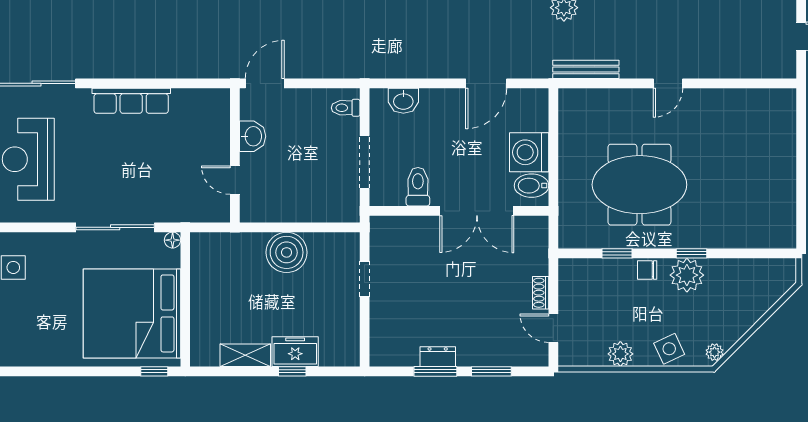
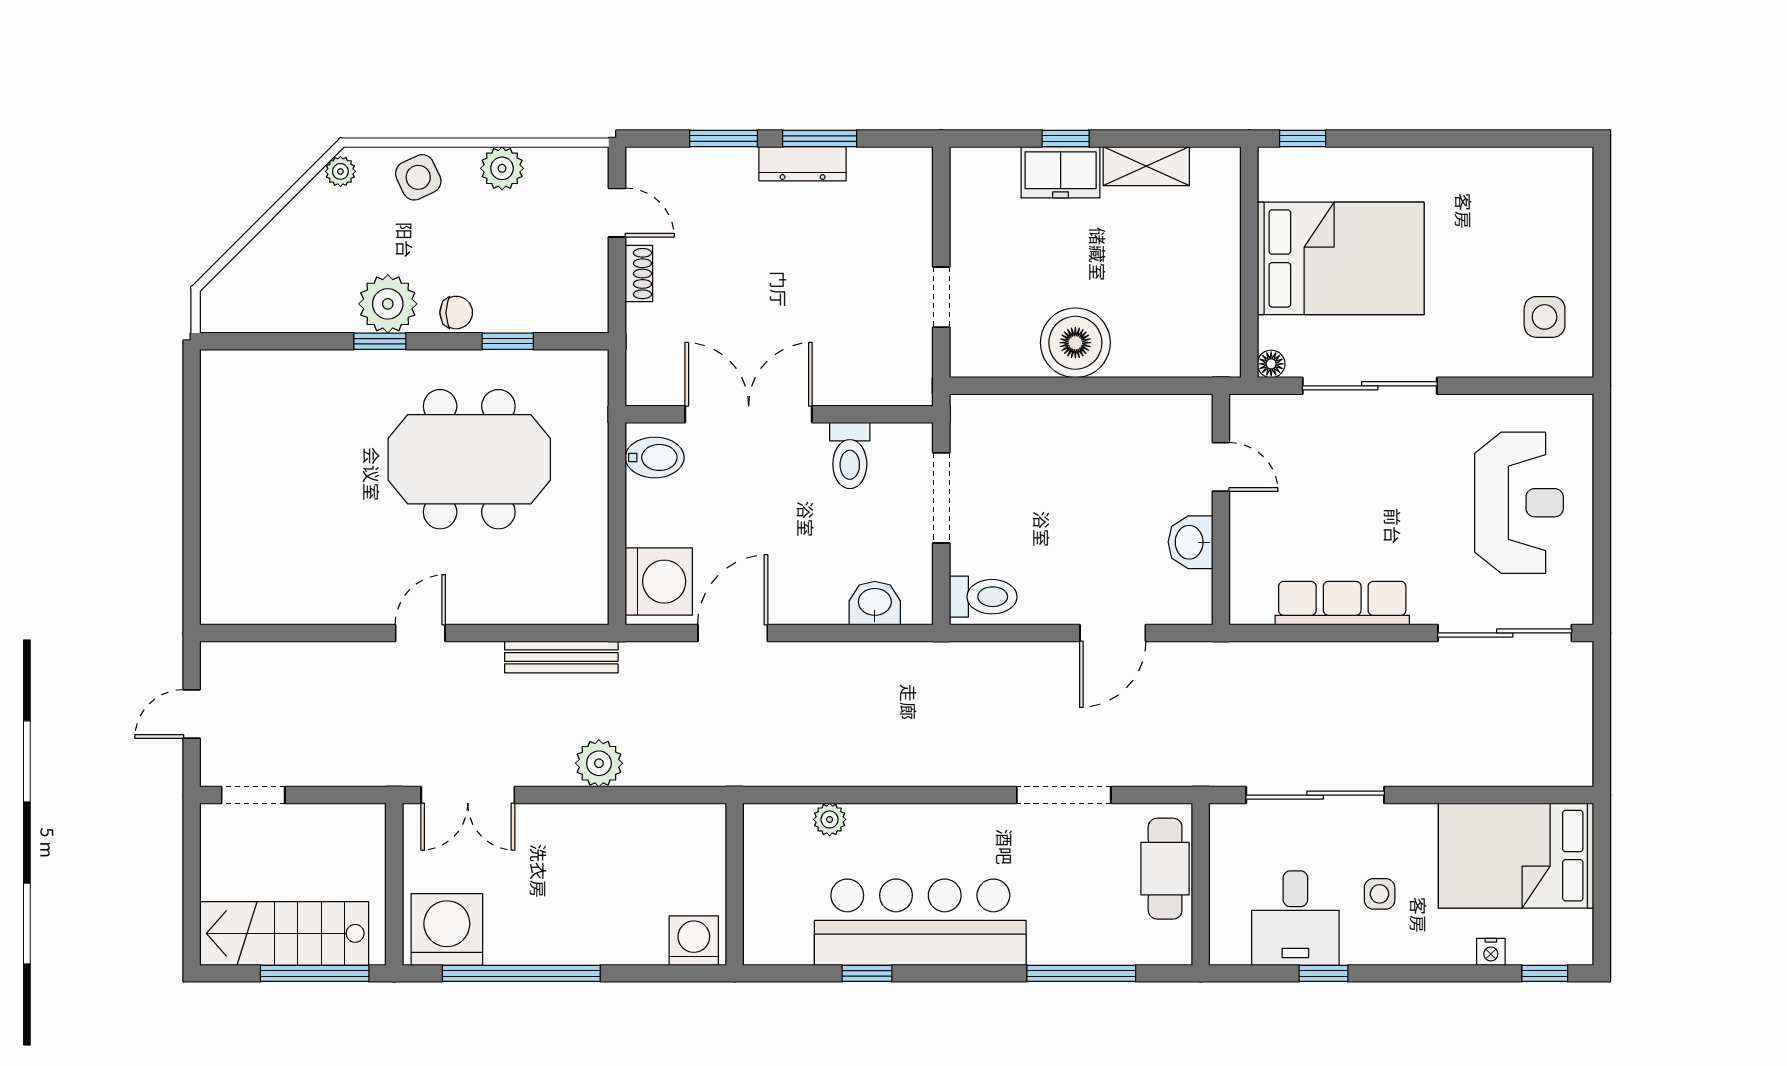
toilet: (346, 108) -> (983, 597), width x1.37, depth x1.39
washbasin: (253, 136) -> (1190, 542), moved
washing machine: (529, 152) -> (659, 582), moved
wall: (235, 155) -> (1221, 509), moved
door: (235, 180) -> (1221, 467), moved
bed: (132, 313) -> (1341, 258), width x0.73
dresser: (438, 357) -> (803, 164), width x1.44

